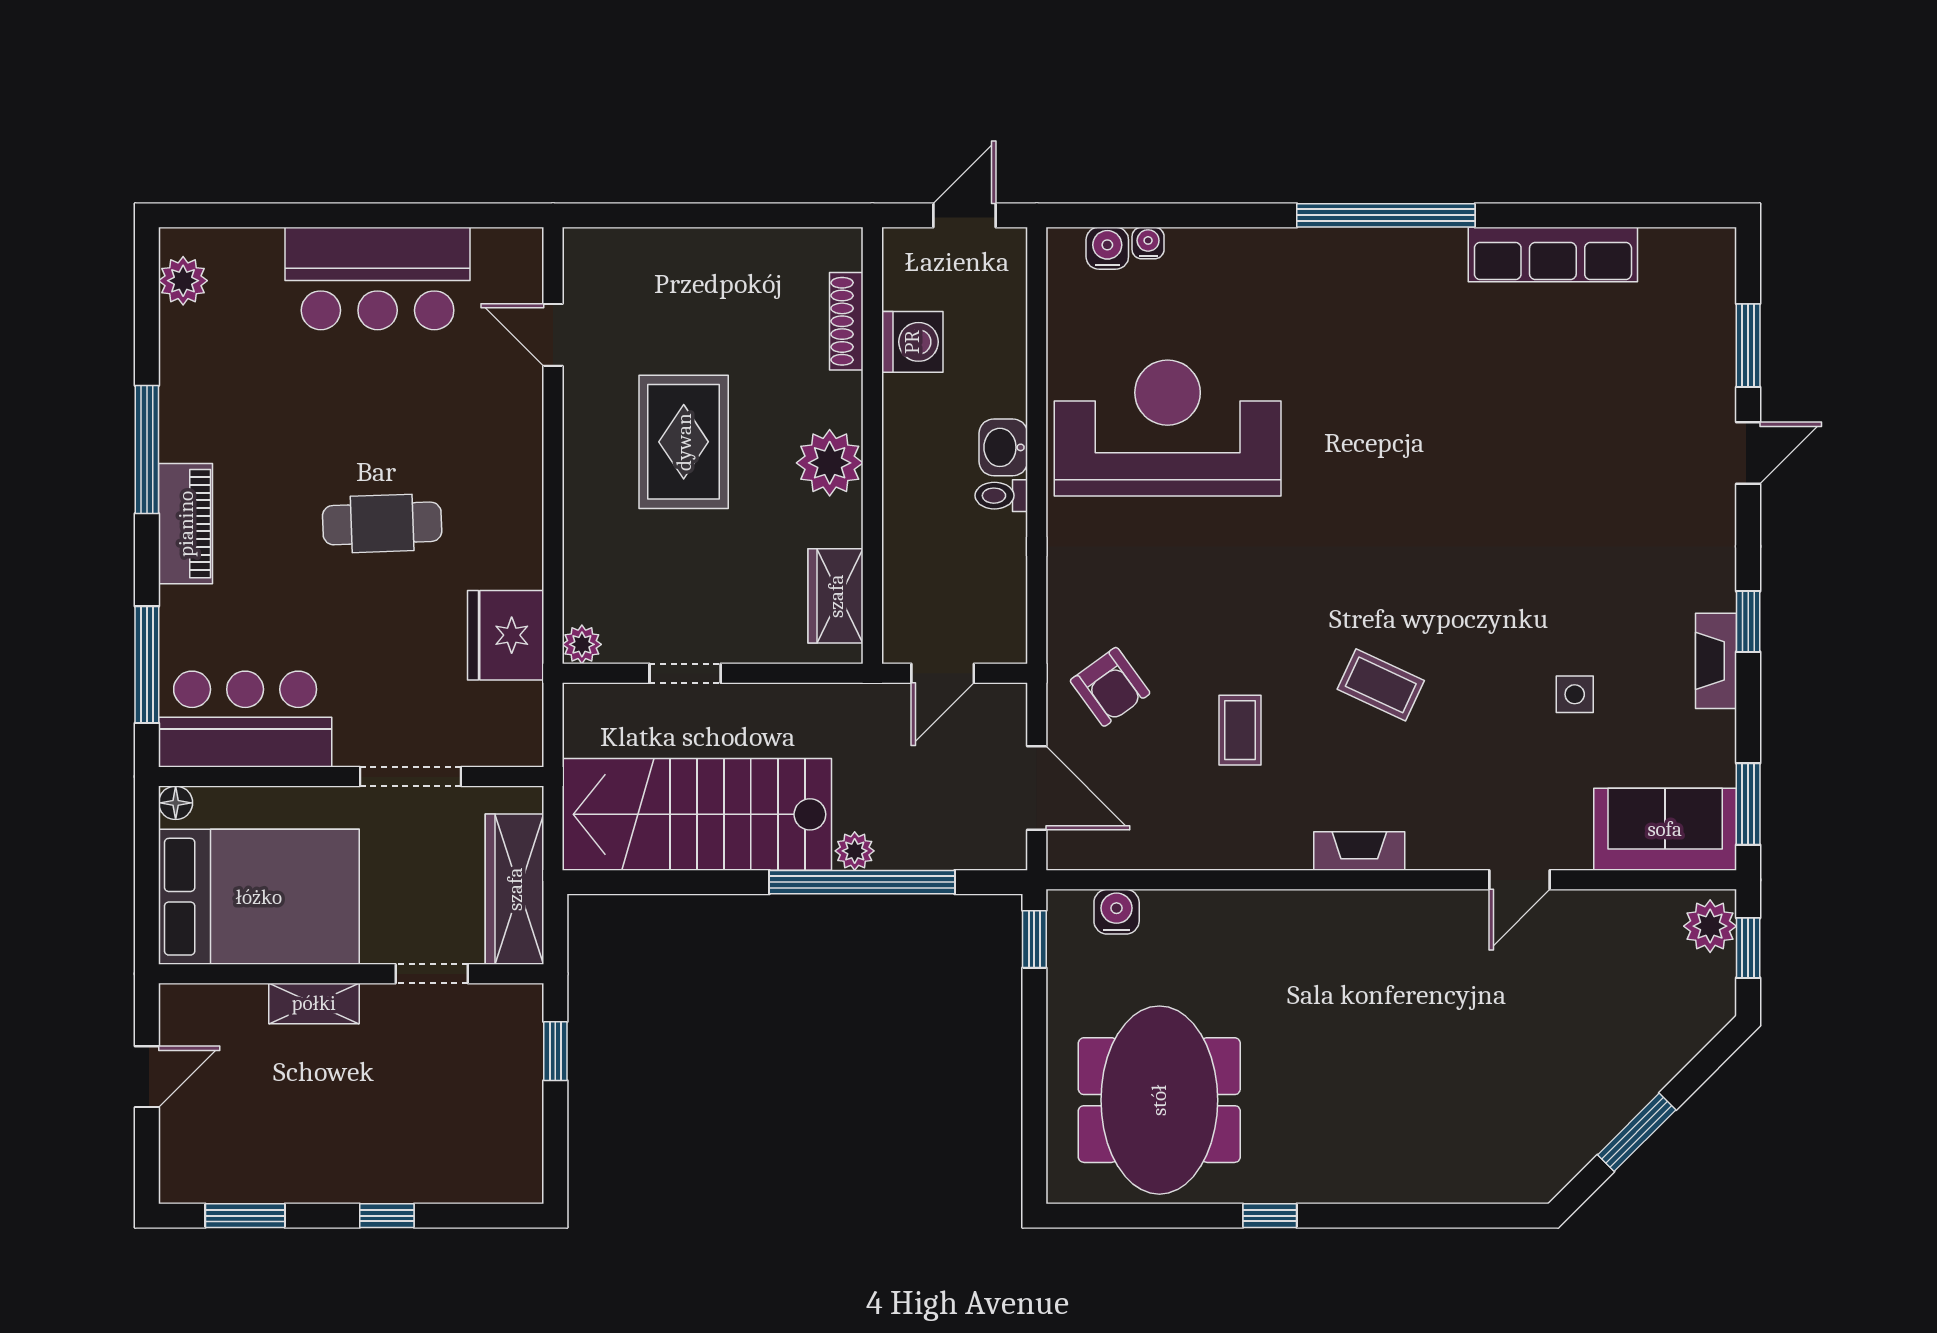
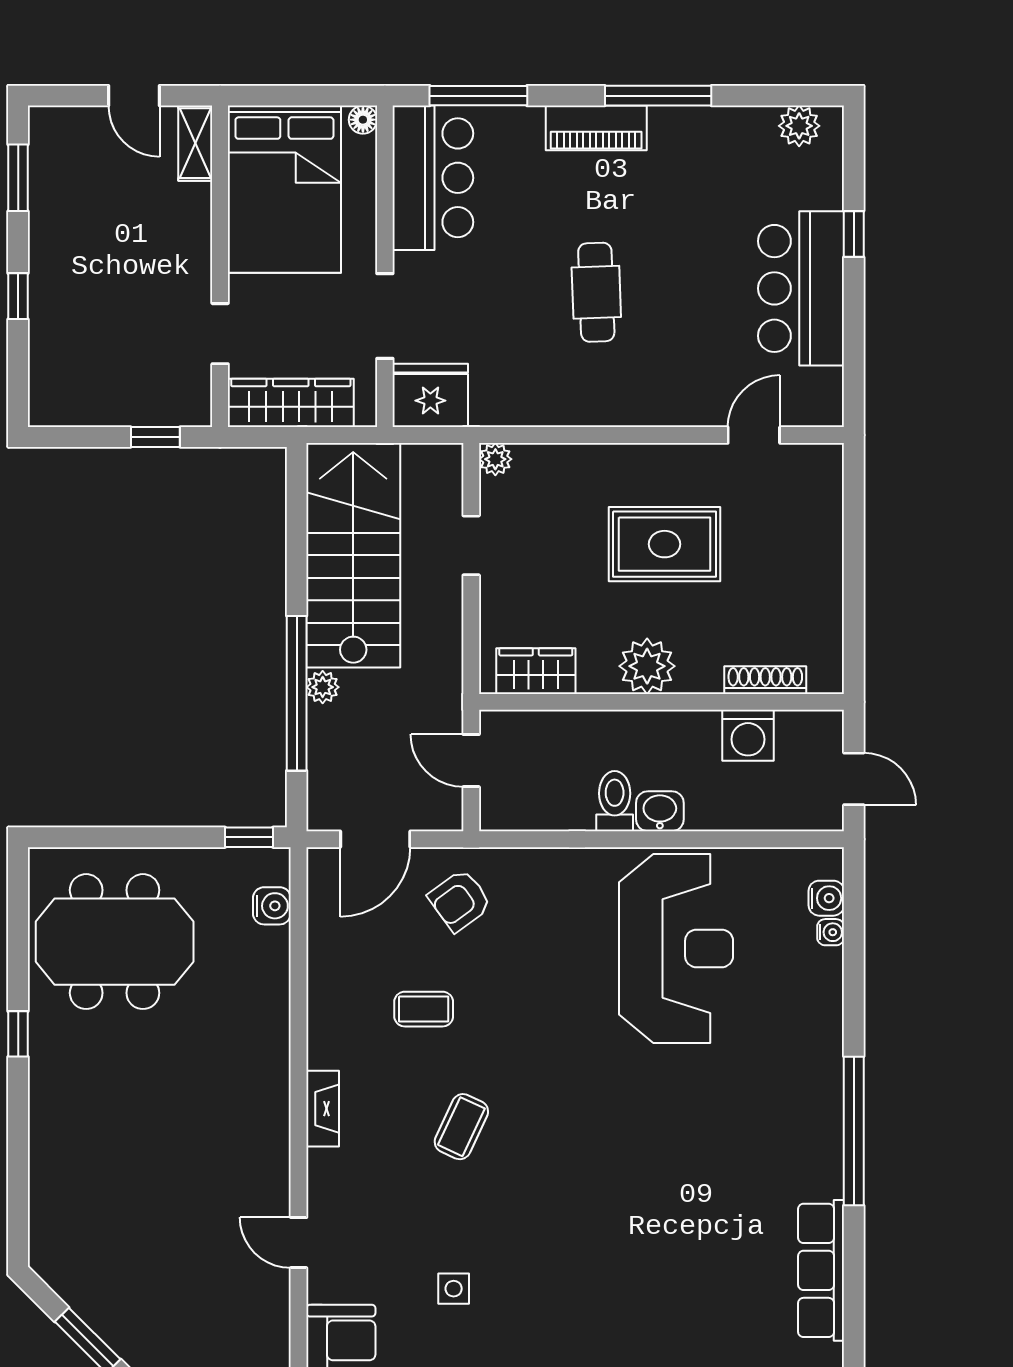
window: (312, 215) -> (854, 234), added
toilet: (1001, 496) -> (615, 801), width x1.37, depth x1.39
fridge: (506, 635) -> (430, 395), moved
shelving: (314, 1003) -> (195, 143), moved

